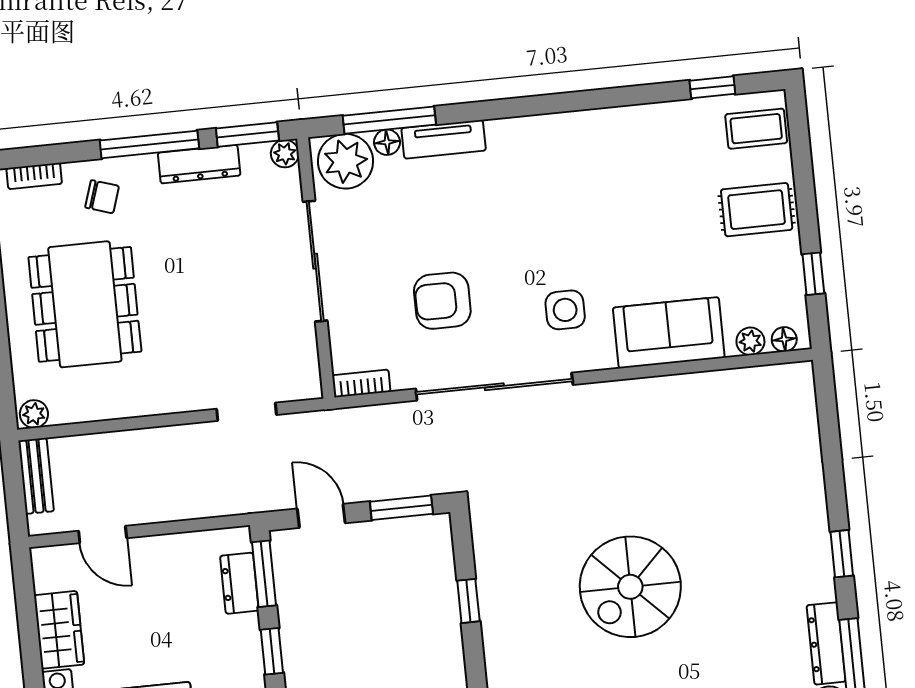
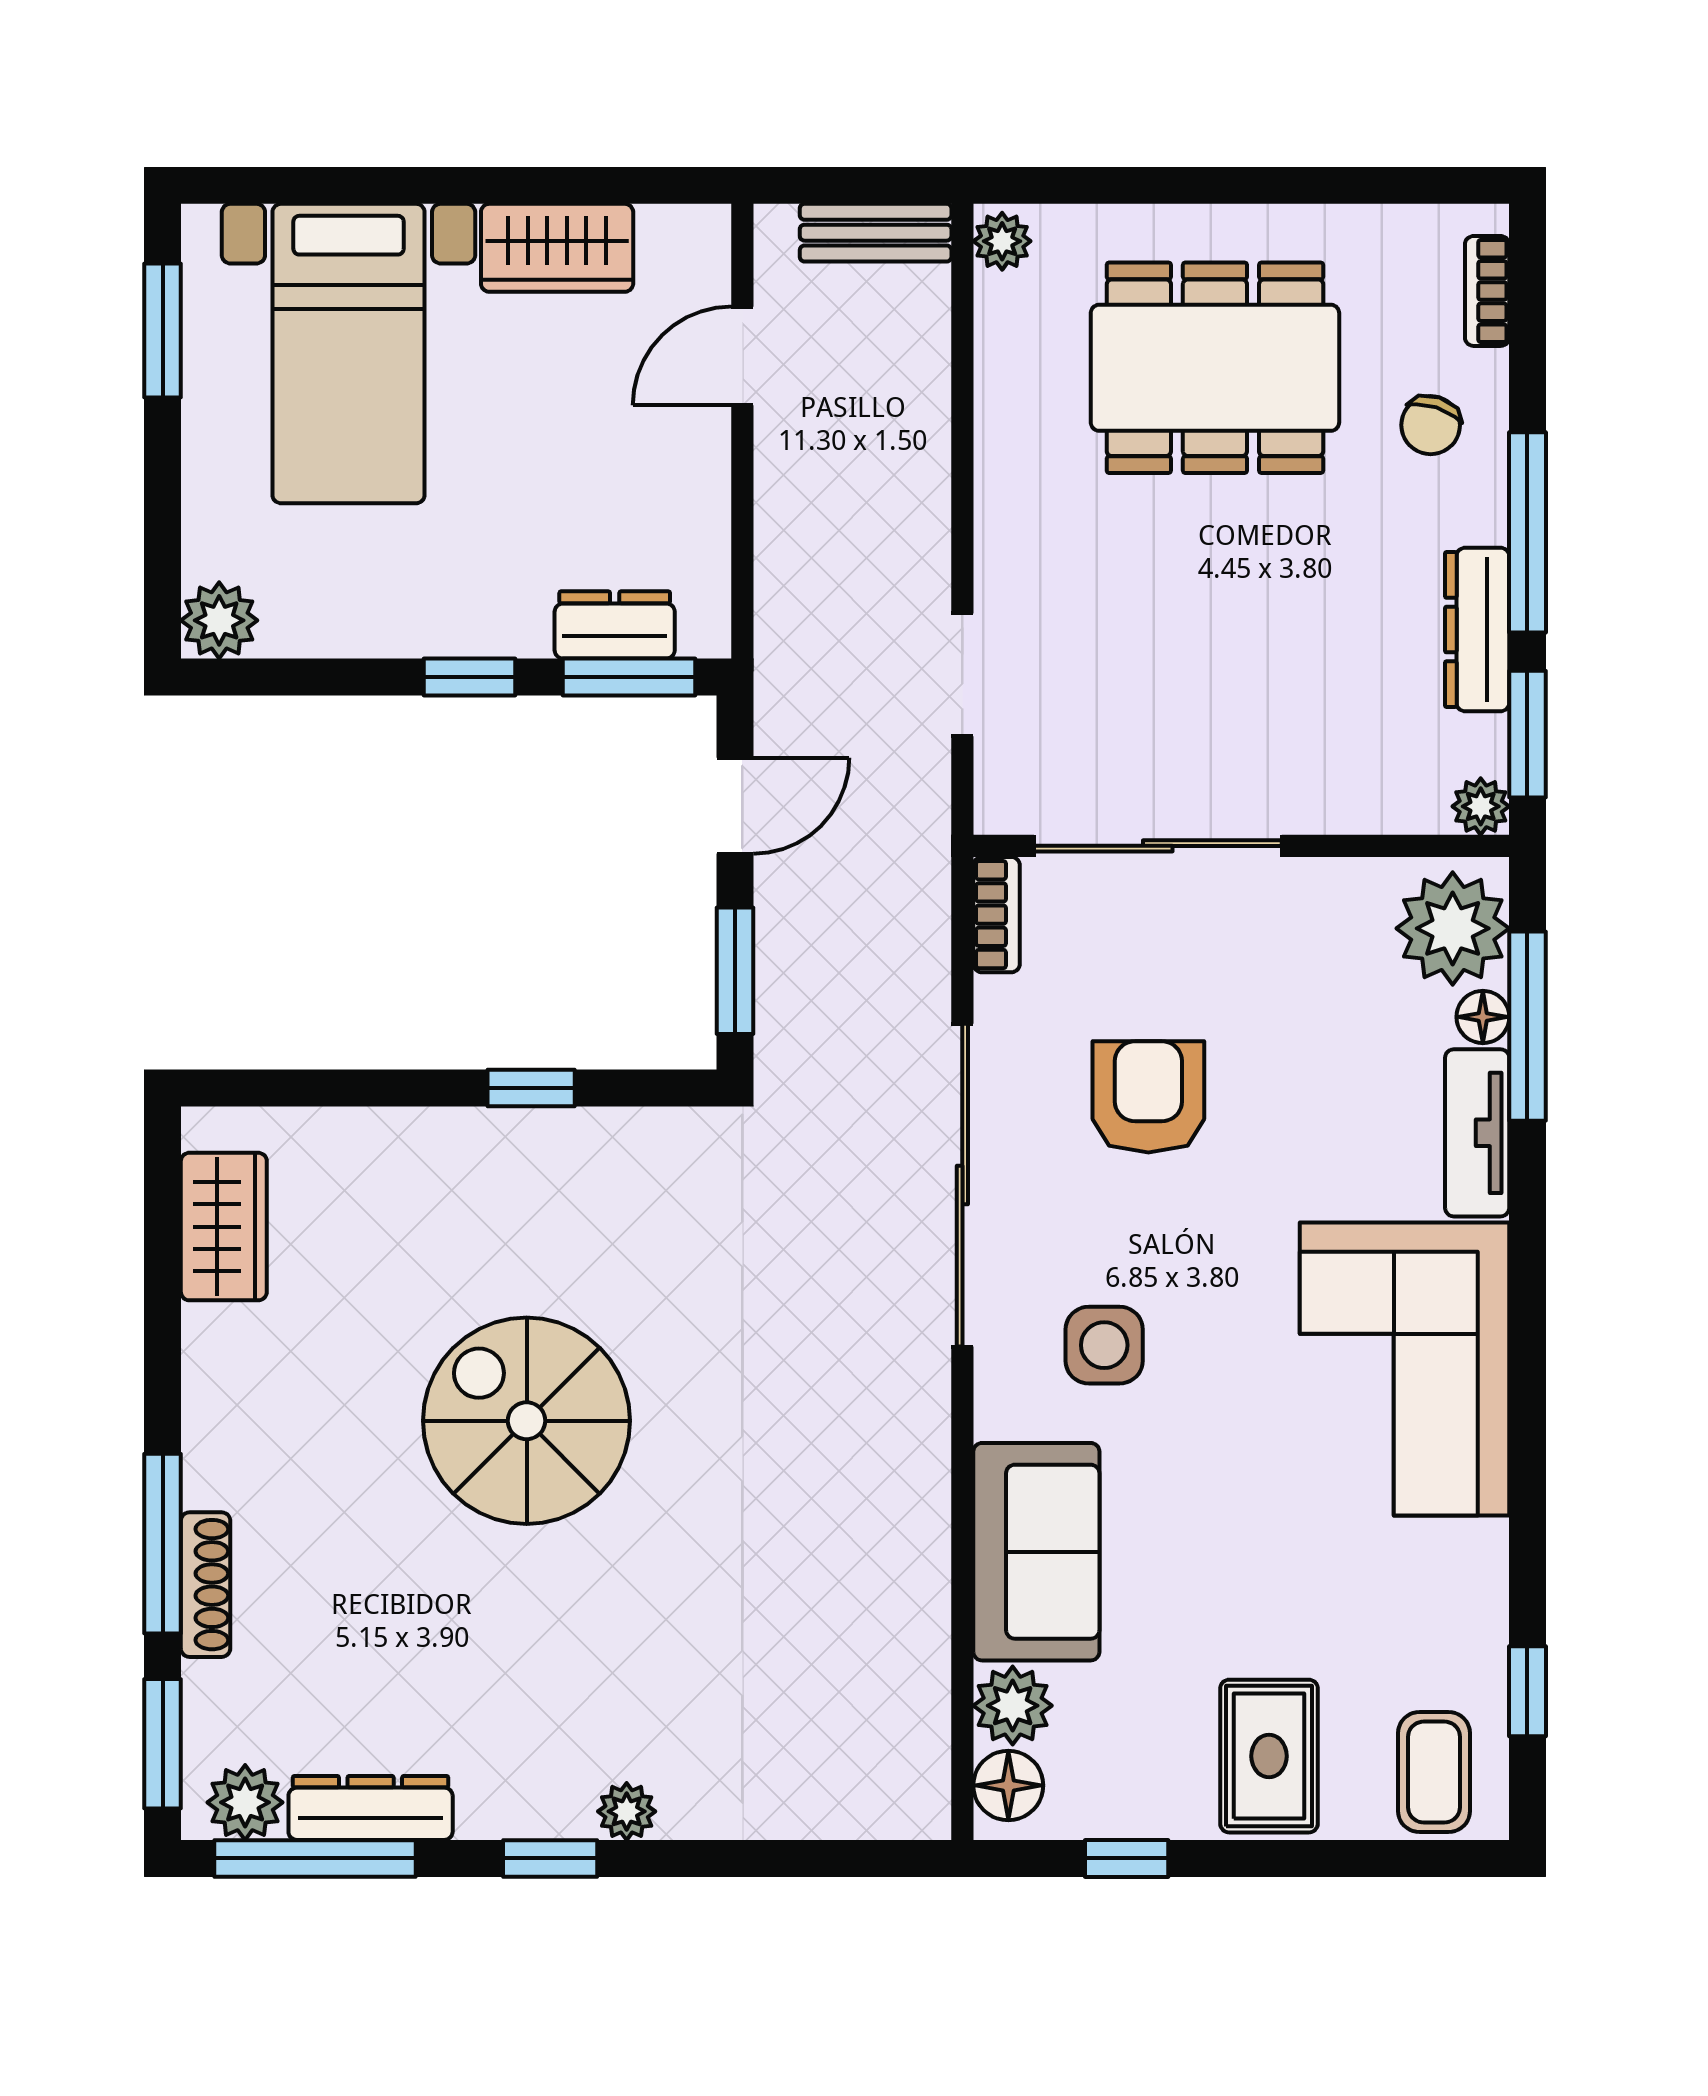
corner sofa: (562, 163) -> (1404, 1369), added
sliding door: (315, 261) -> (1158, 846), moved
floor lamp: (784, 339) -> (1008, 1785), width x1.37, depth x1.37
plant: (750, 341) -> (1013, 1706), width x1.38, depth x1.38
plant: (815, 519) -> (627, 1811), added

